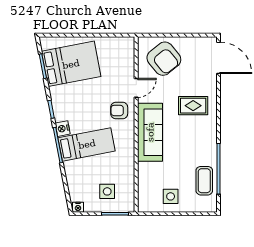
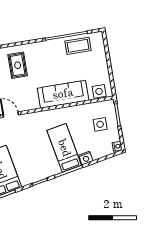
armchair: (119, 110) -> (32, 126), removed
nightstand: (63, 129) -> (86, 158), moved
sofa: (150, 132) -> (63, 94), moved
side table: (171, 196) -> (99, 91), moved

